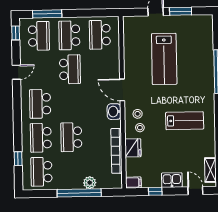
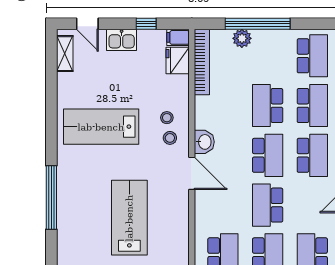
school desk: (71, 103) -> (268, 155), added
lab bench: (185, 121) -> (101, 127), width x1.36, depth x1.39
school desk: (71, 137) -> (268, 106), turned 180
fridge: (133, 148) -> (178, 60), moved
bookcase: (116, 151) -> (202, 62), moved

